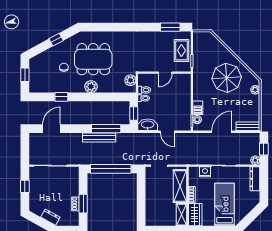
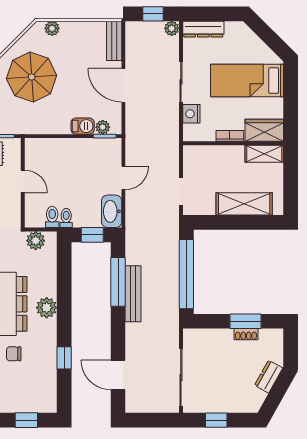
shelving: (180, 186) -> (244, 204), moved

